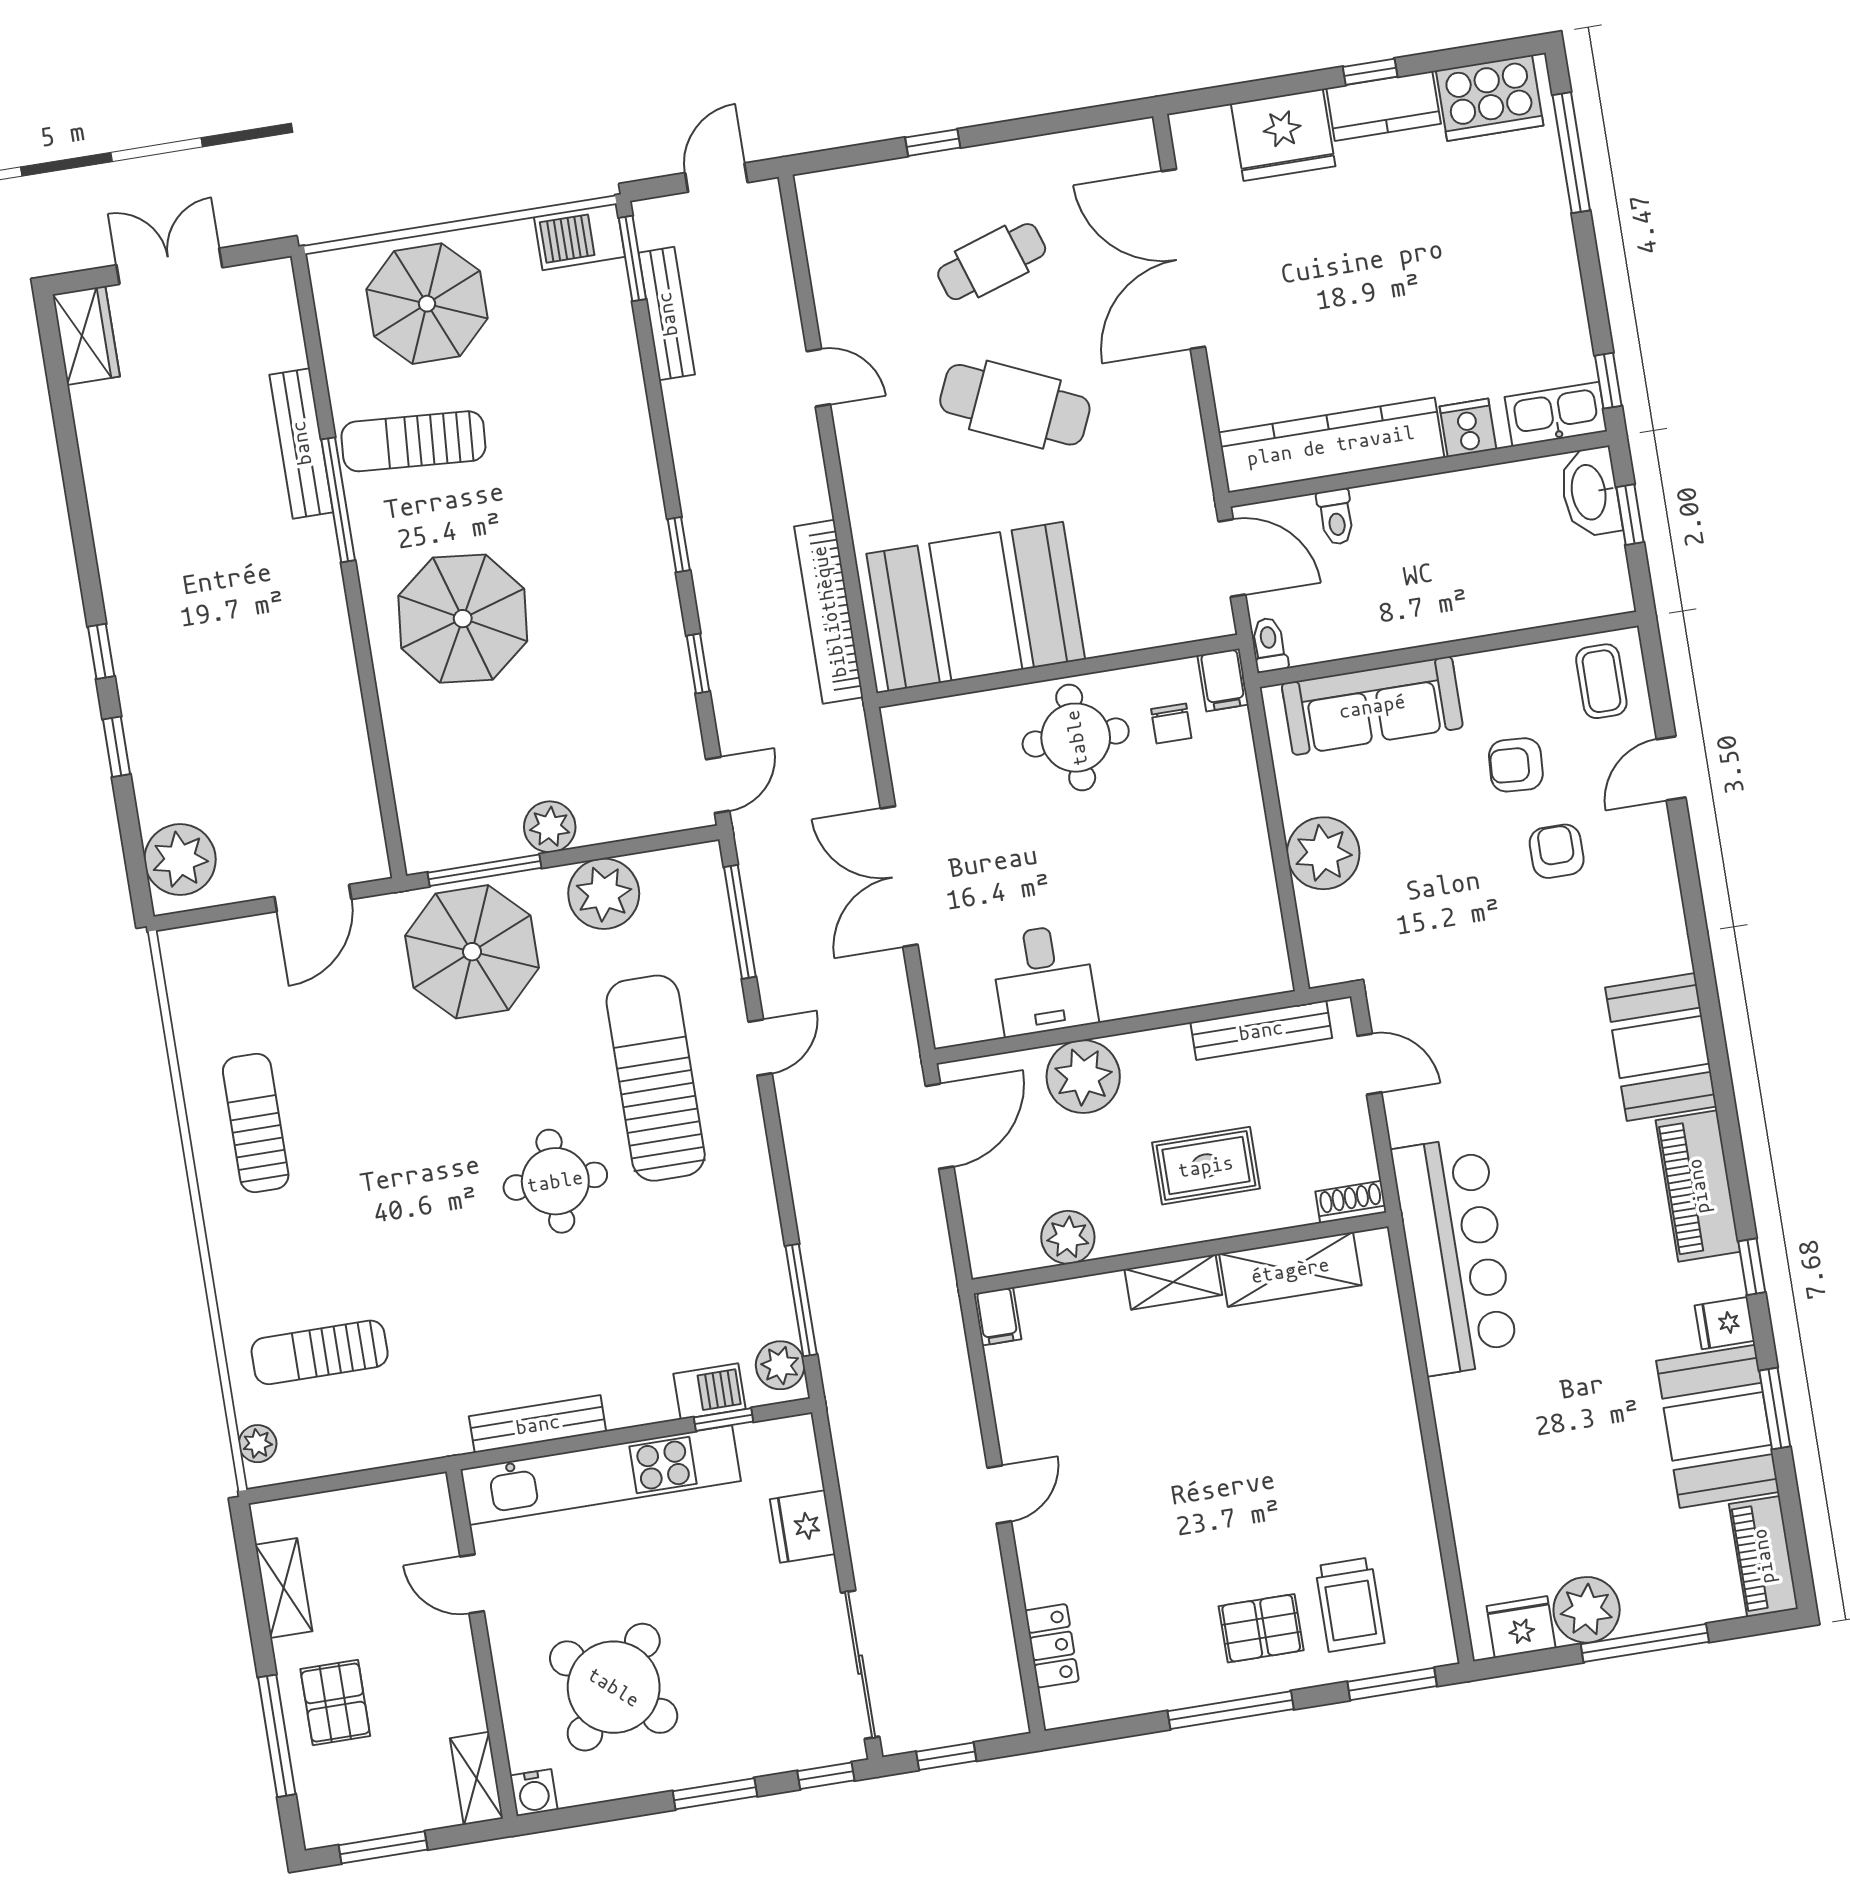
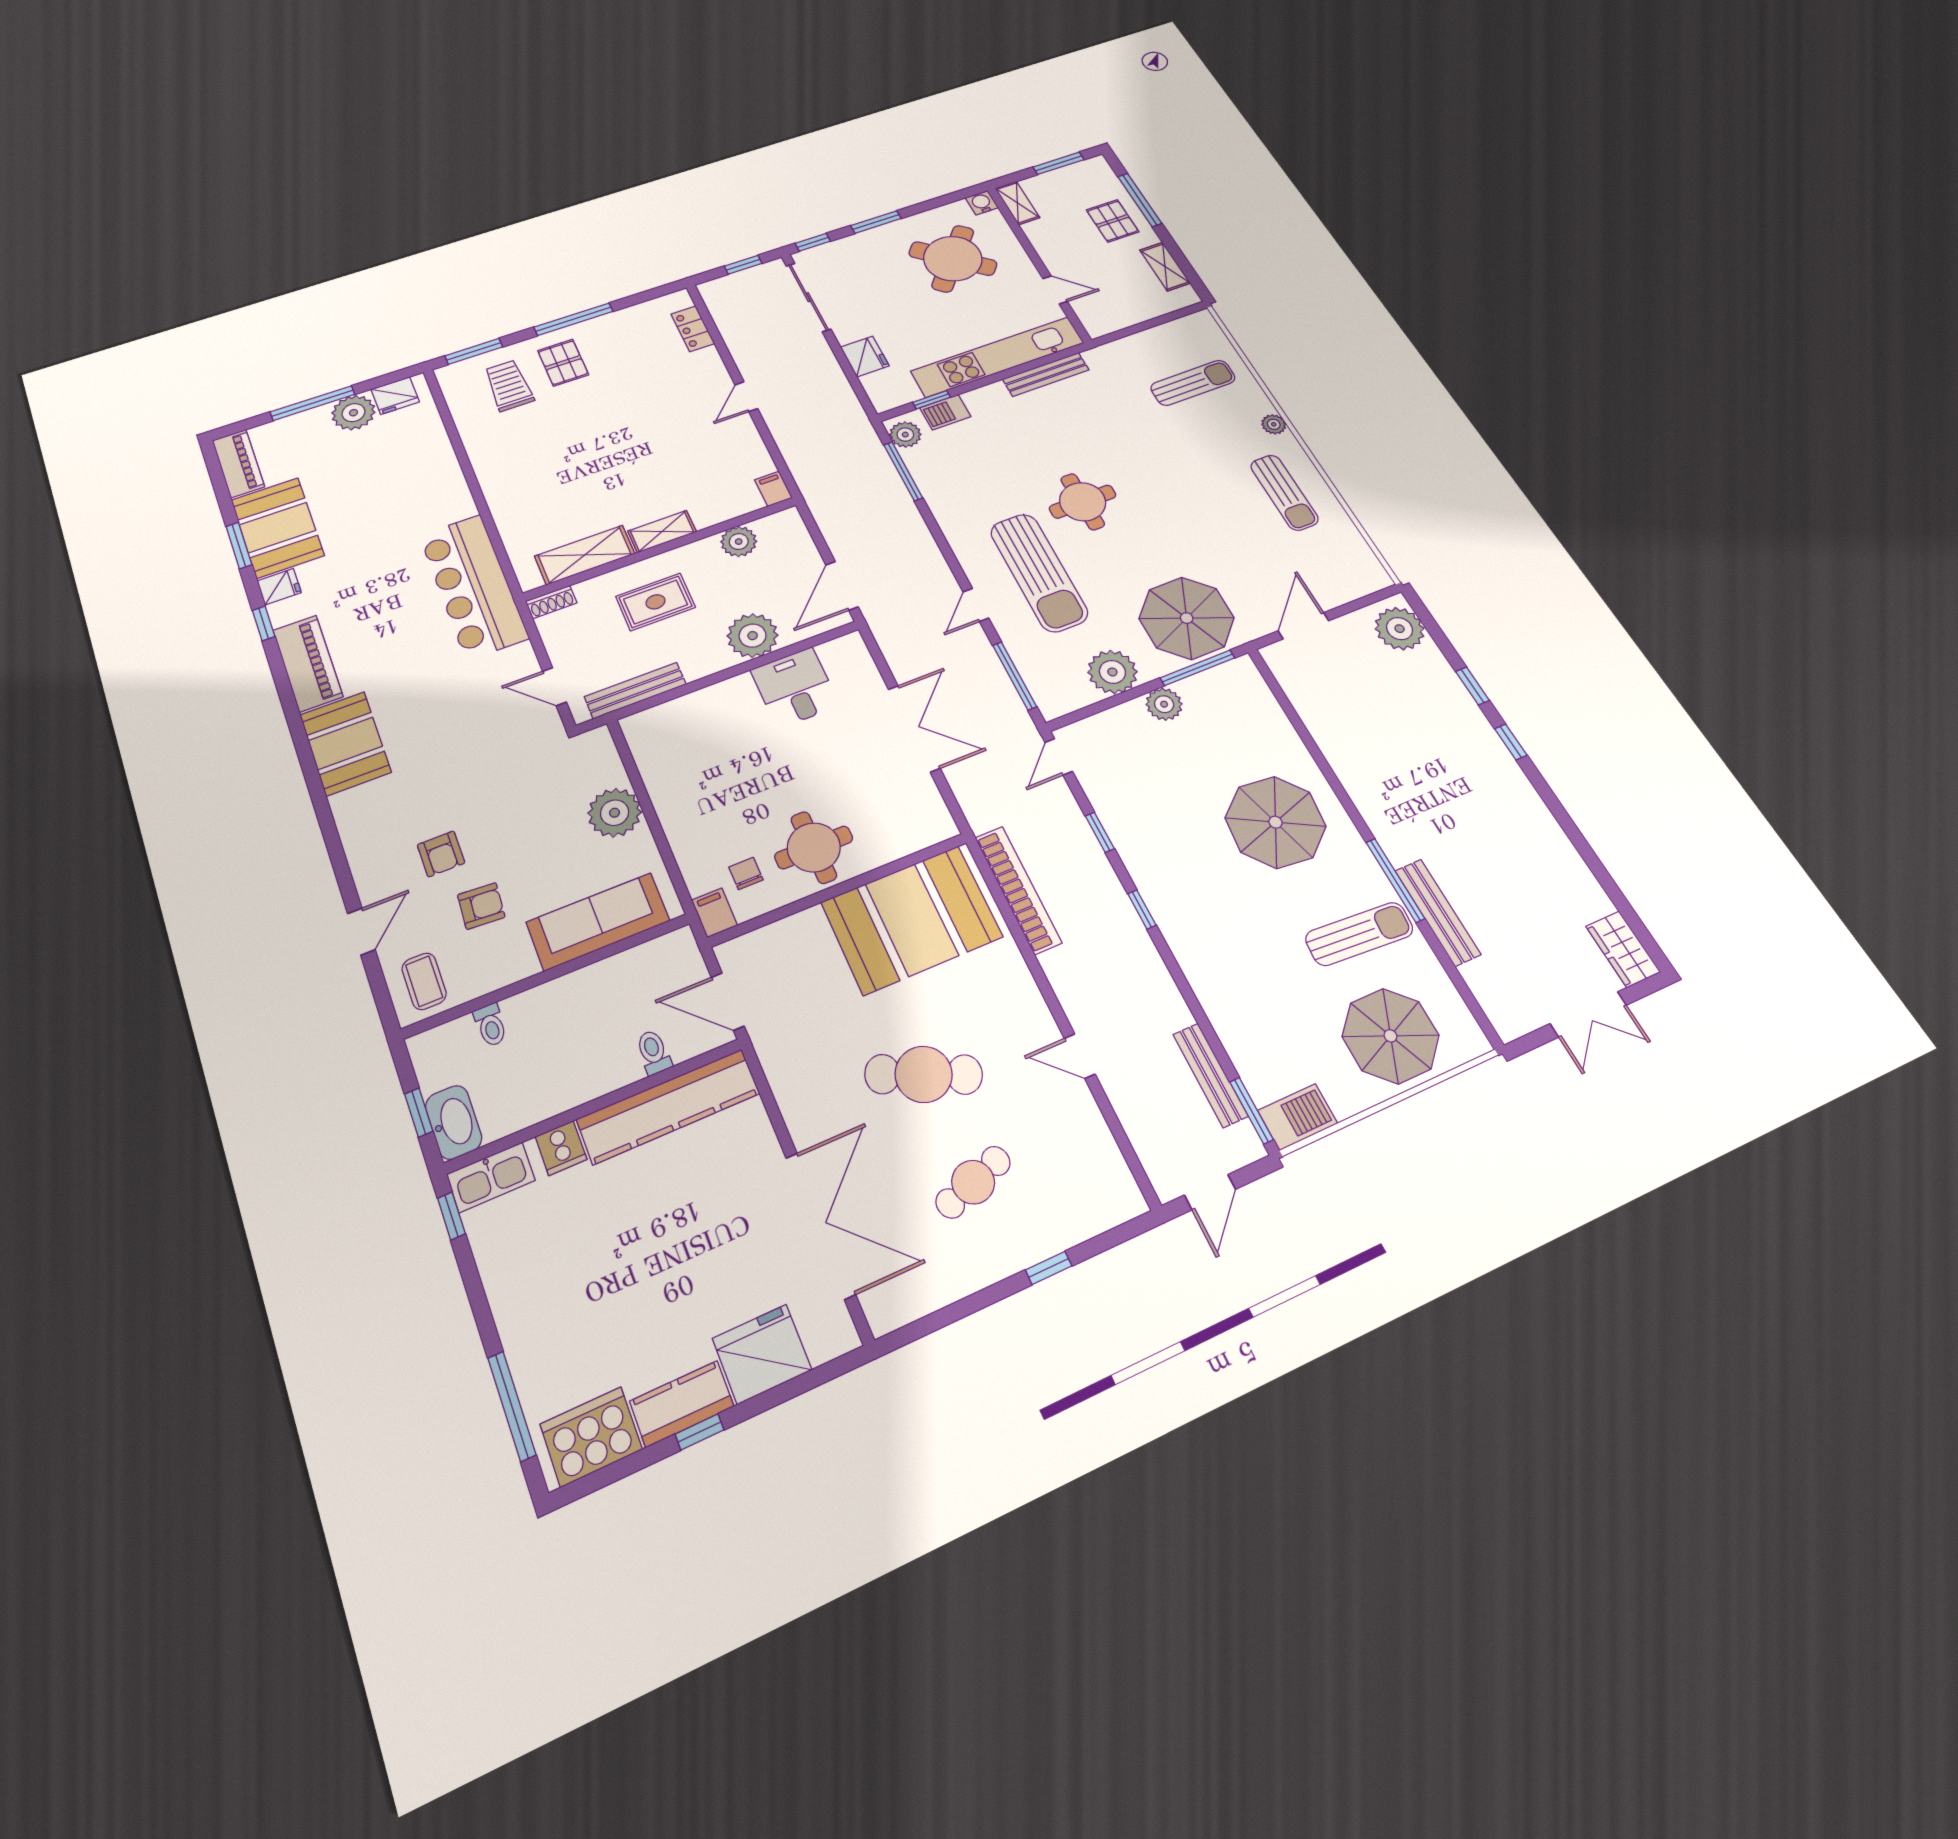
toilet: (1269, 645) -> (491, 1025), moved
plant: (258, 1444) -> (1274, 424), moved
pallet: (1261, 1628) -> (563, 363), turned 90

